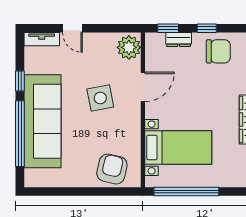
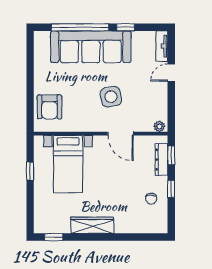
dresser: (179, 39) -> (161, 160), width x1.44
plant: (129, 47) -> (159, 126), width x0.53, depth x0.53
chair: (218, 51) -> (151, 199), width x0.54, depth x0.54
armchair: (112, 169) -> (49, 107), turned 77
window: (186, 191) -> (30, 171), width x0.32

